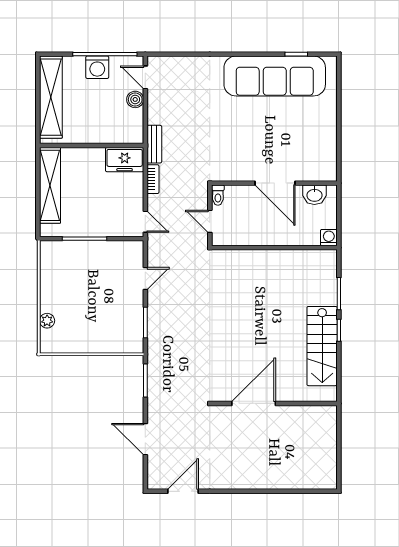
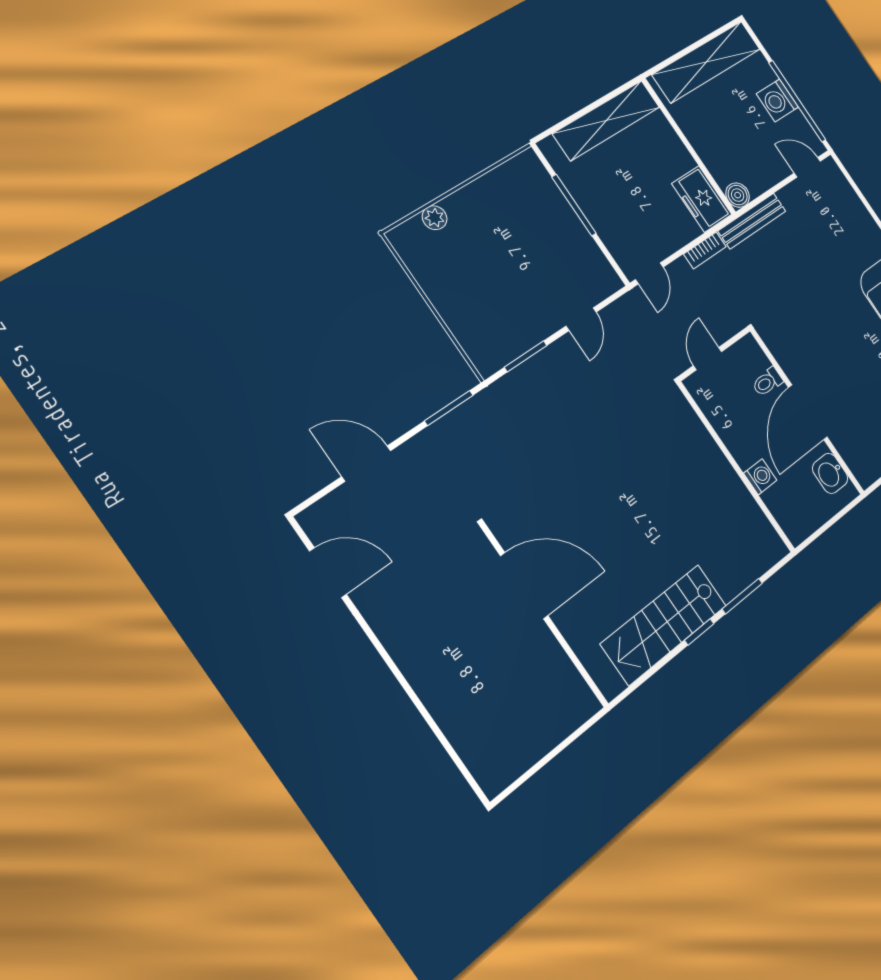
door: (145, 77) -> (807, 167), hinge flipped
boiler: (135, 99) -> (738, 195), moved
bench: (154, 144) -> (752, 221), width x1.36
toilet: (218, 195) -> (767, 382), moved
washing machine: (329, 238) -> (760, 477), moved
door: (145, 279) -> (581, 319), hinge flipped
door: (145, 439) -> (366, 463), hinge flipped

